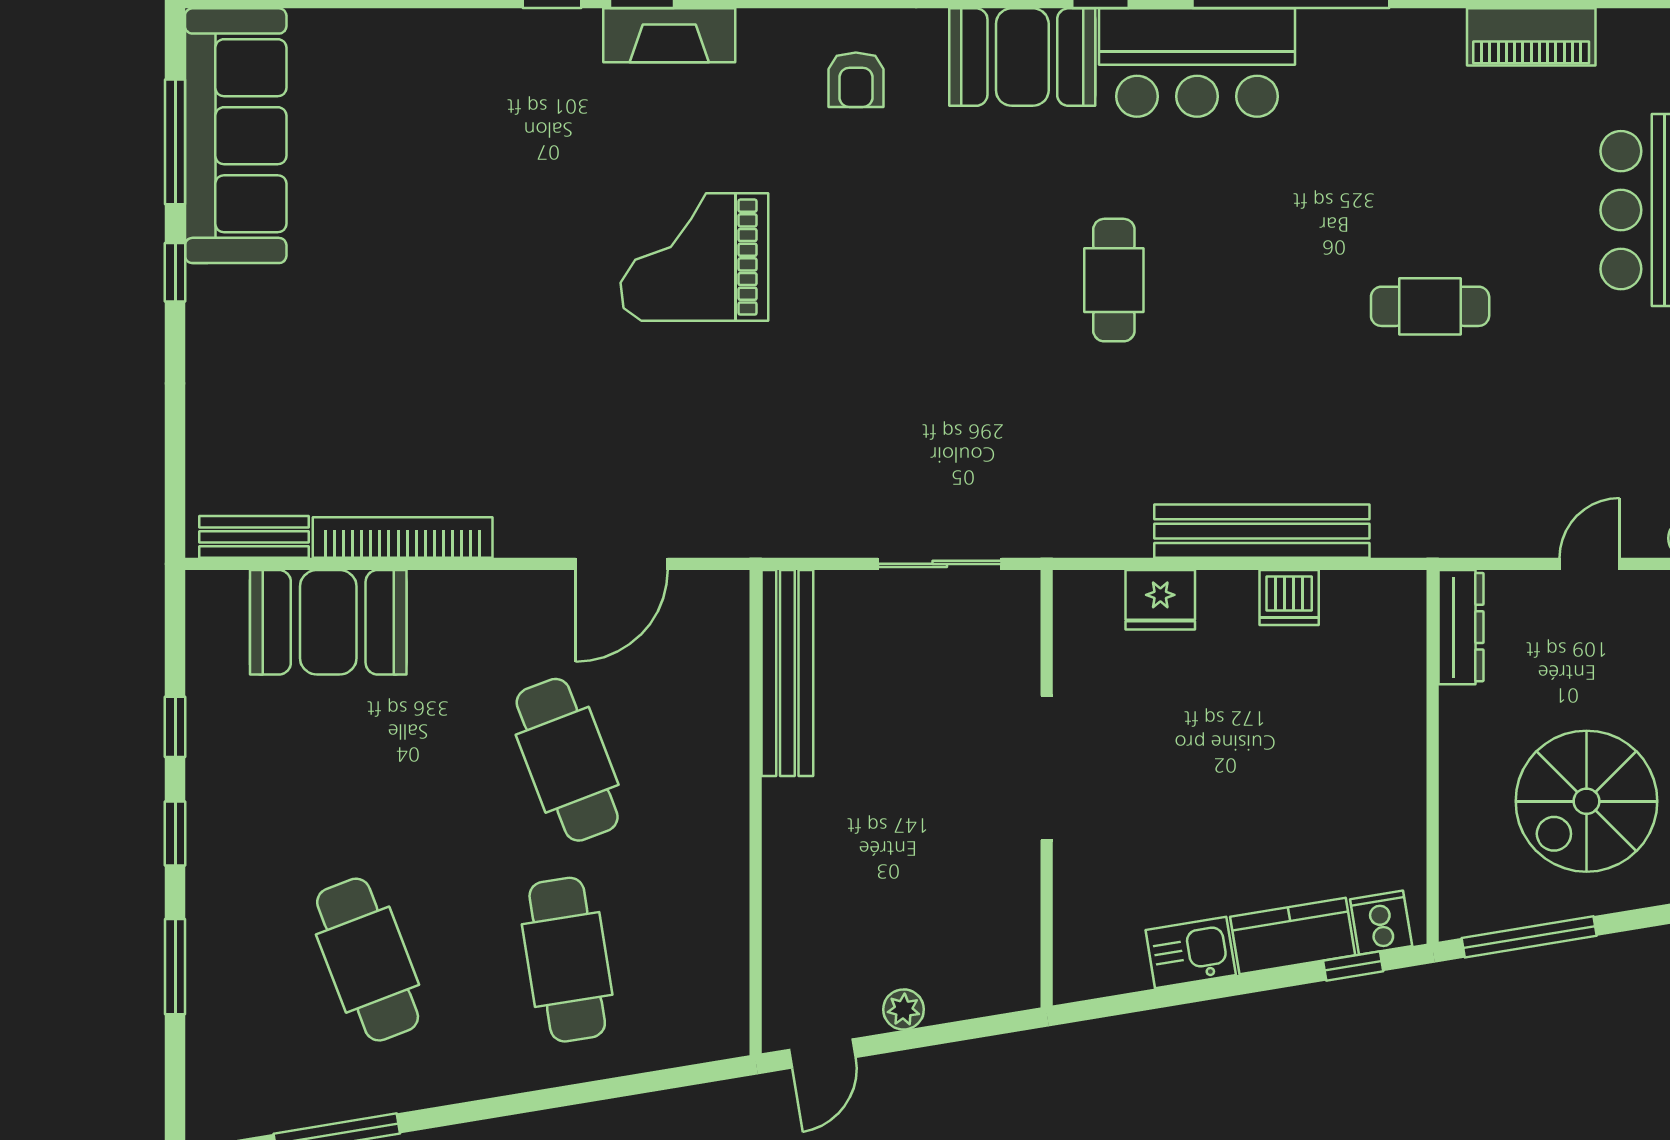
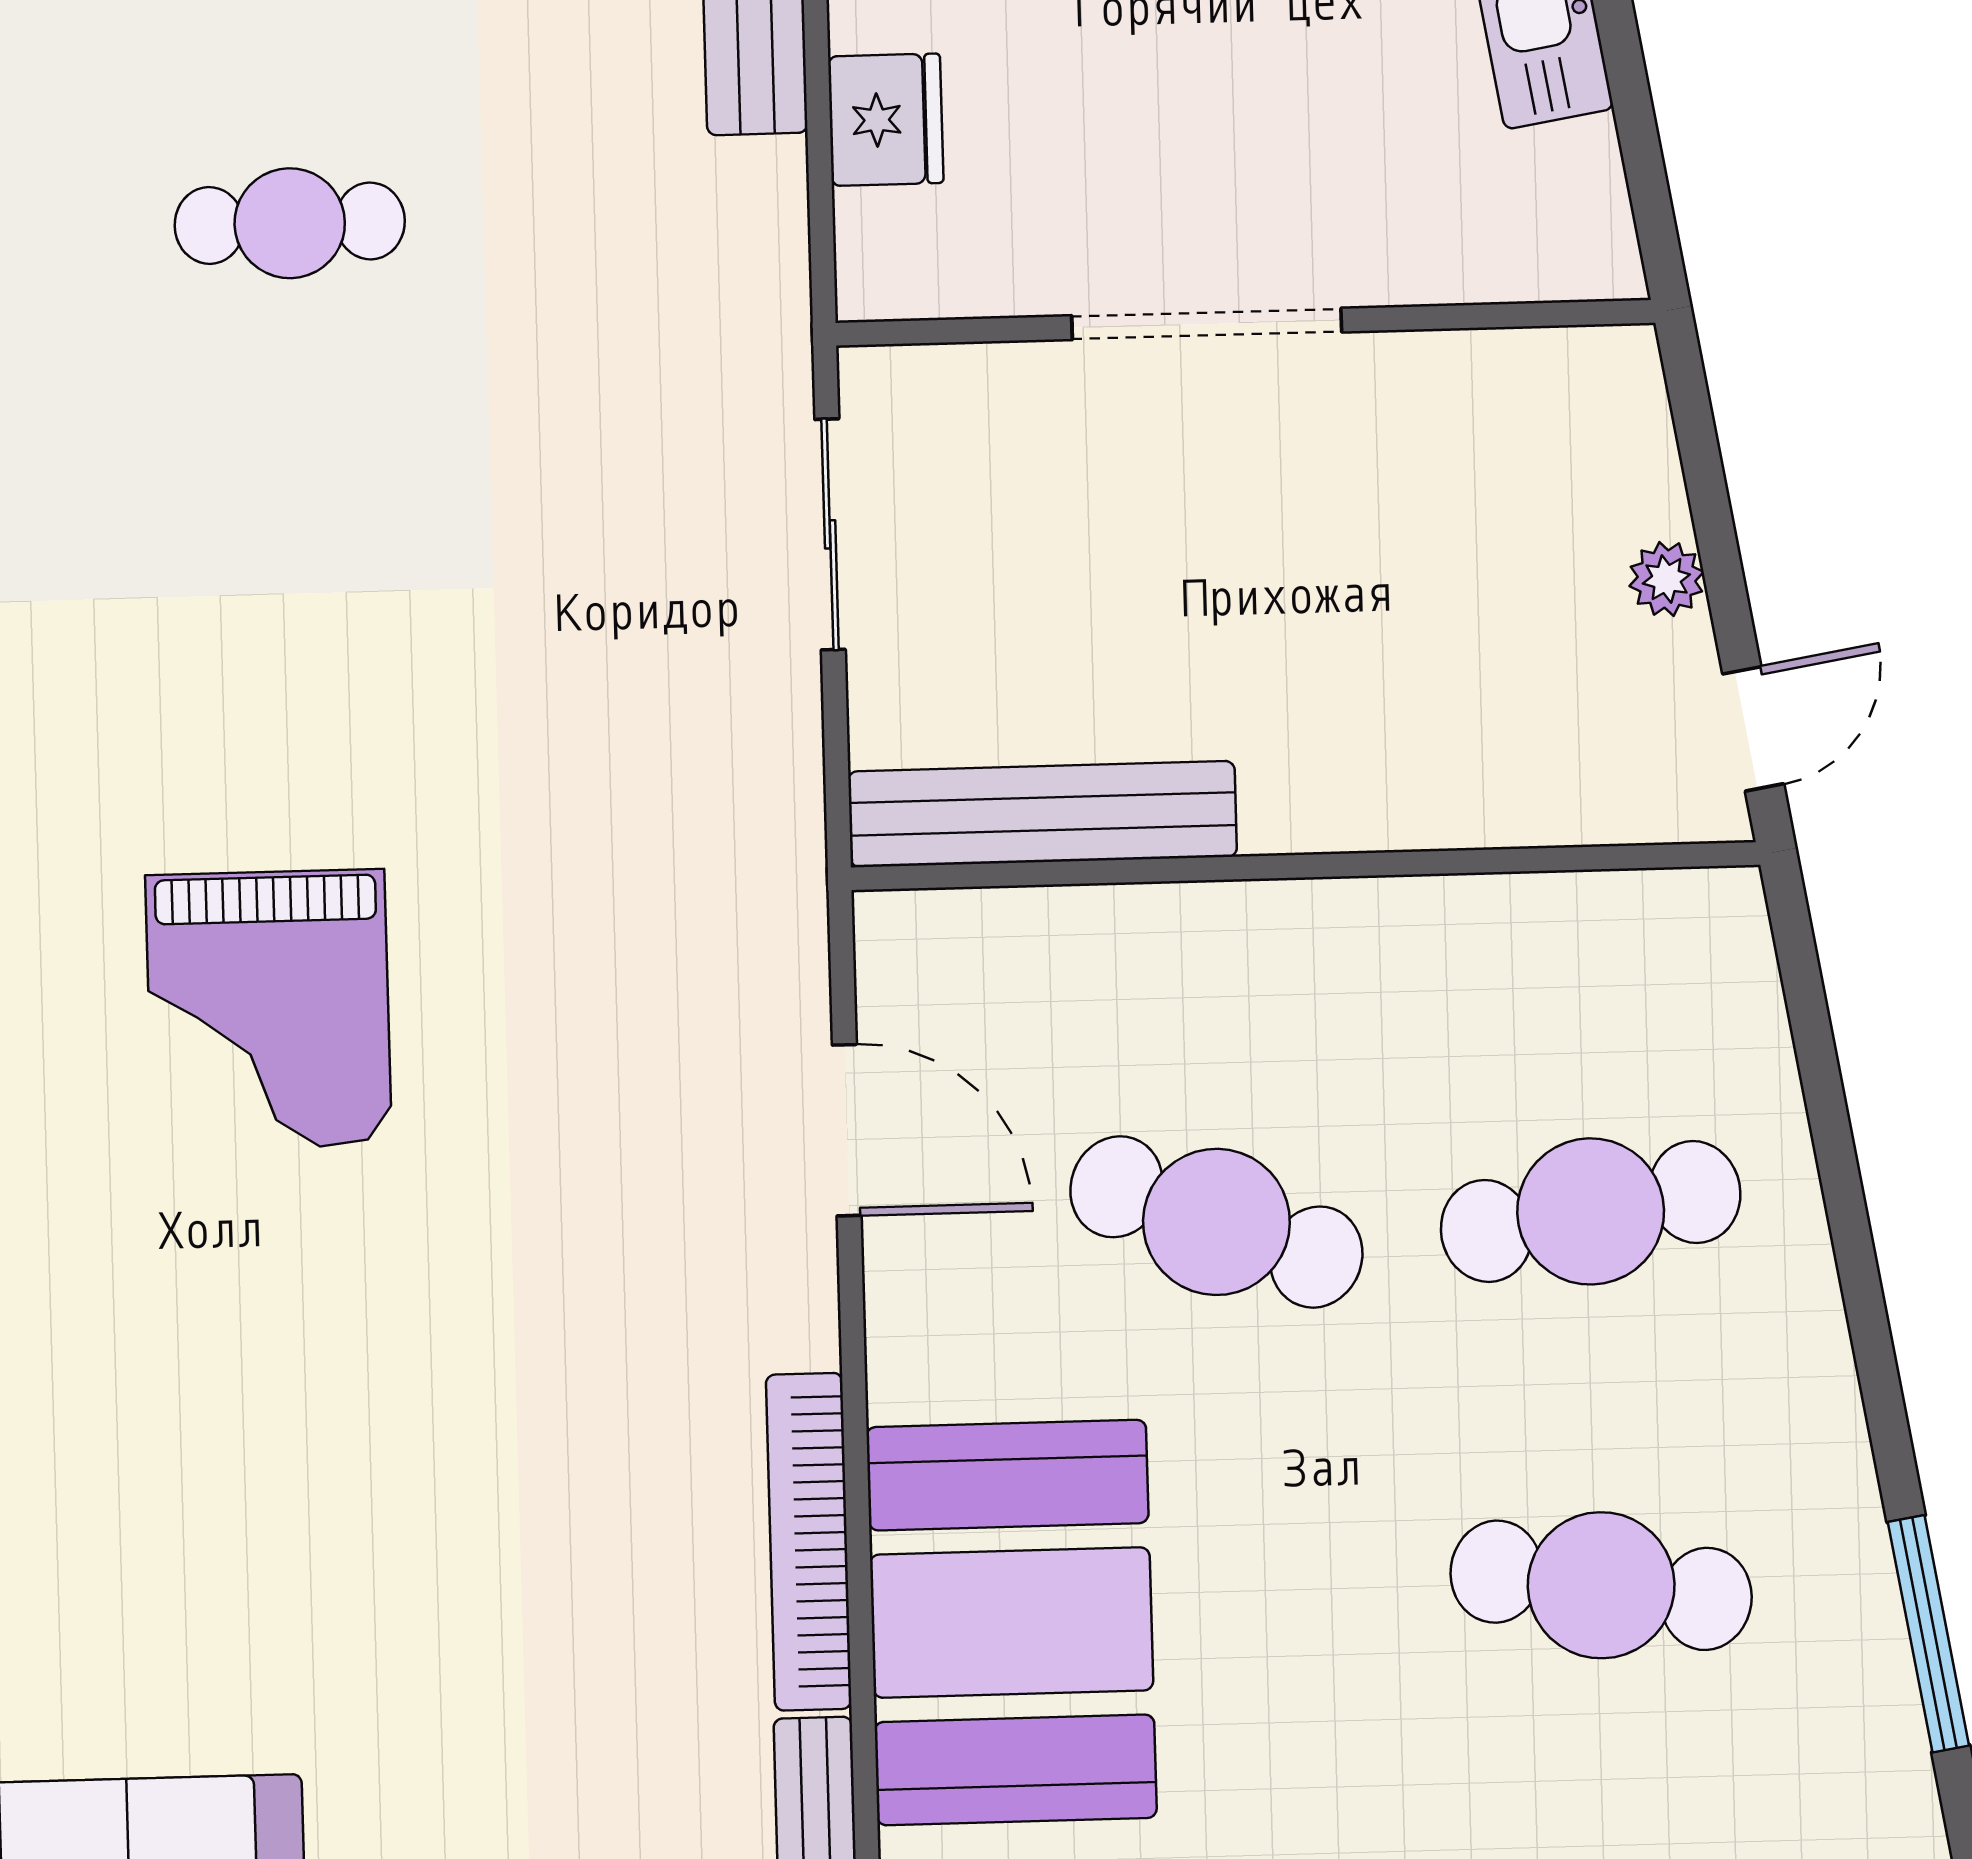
booth: (328, 622) -> (1012, 1623), width x1.36, depth x1.42
cafe table: (567, 760) -> (1216, 1222), turned 42
cafe table: (368, 960) -> (1601, 1585), turned 30
door: (822, 1053) -> (1753, 729), hinge flipped

